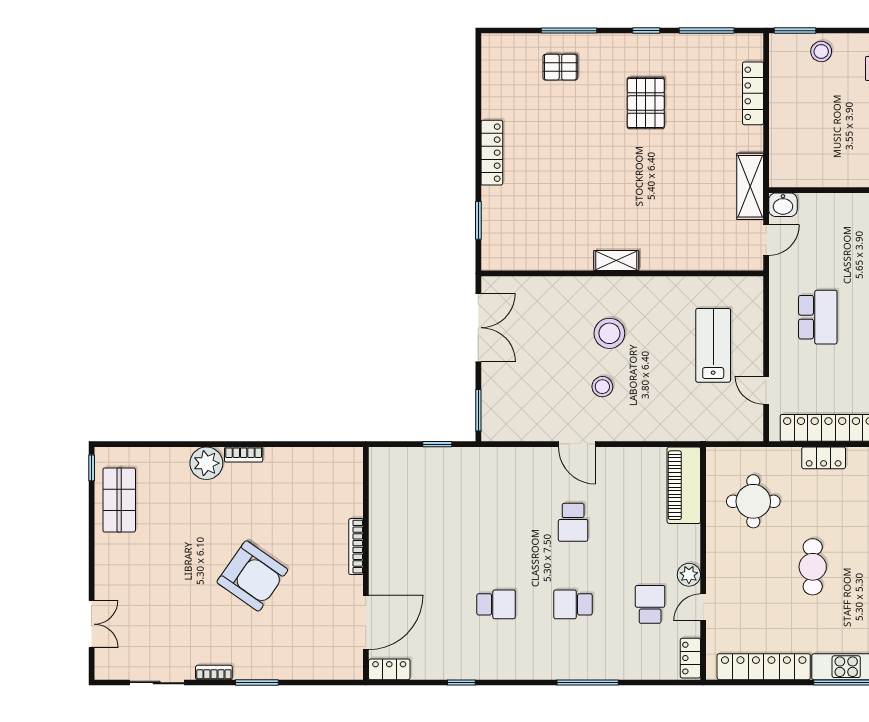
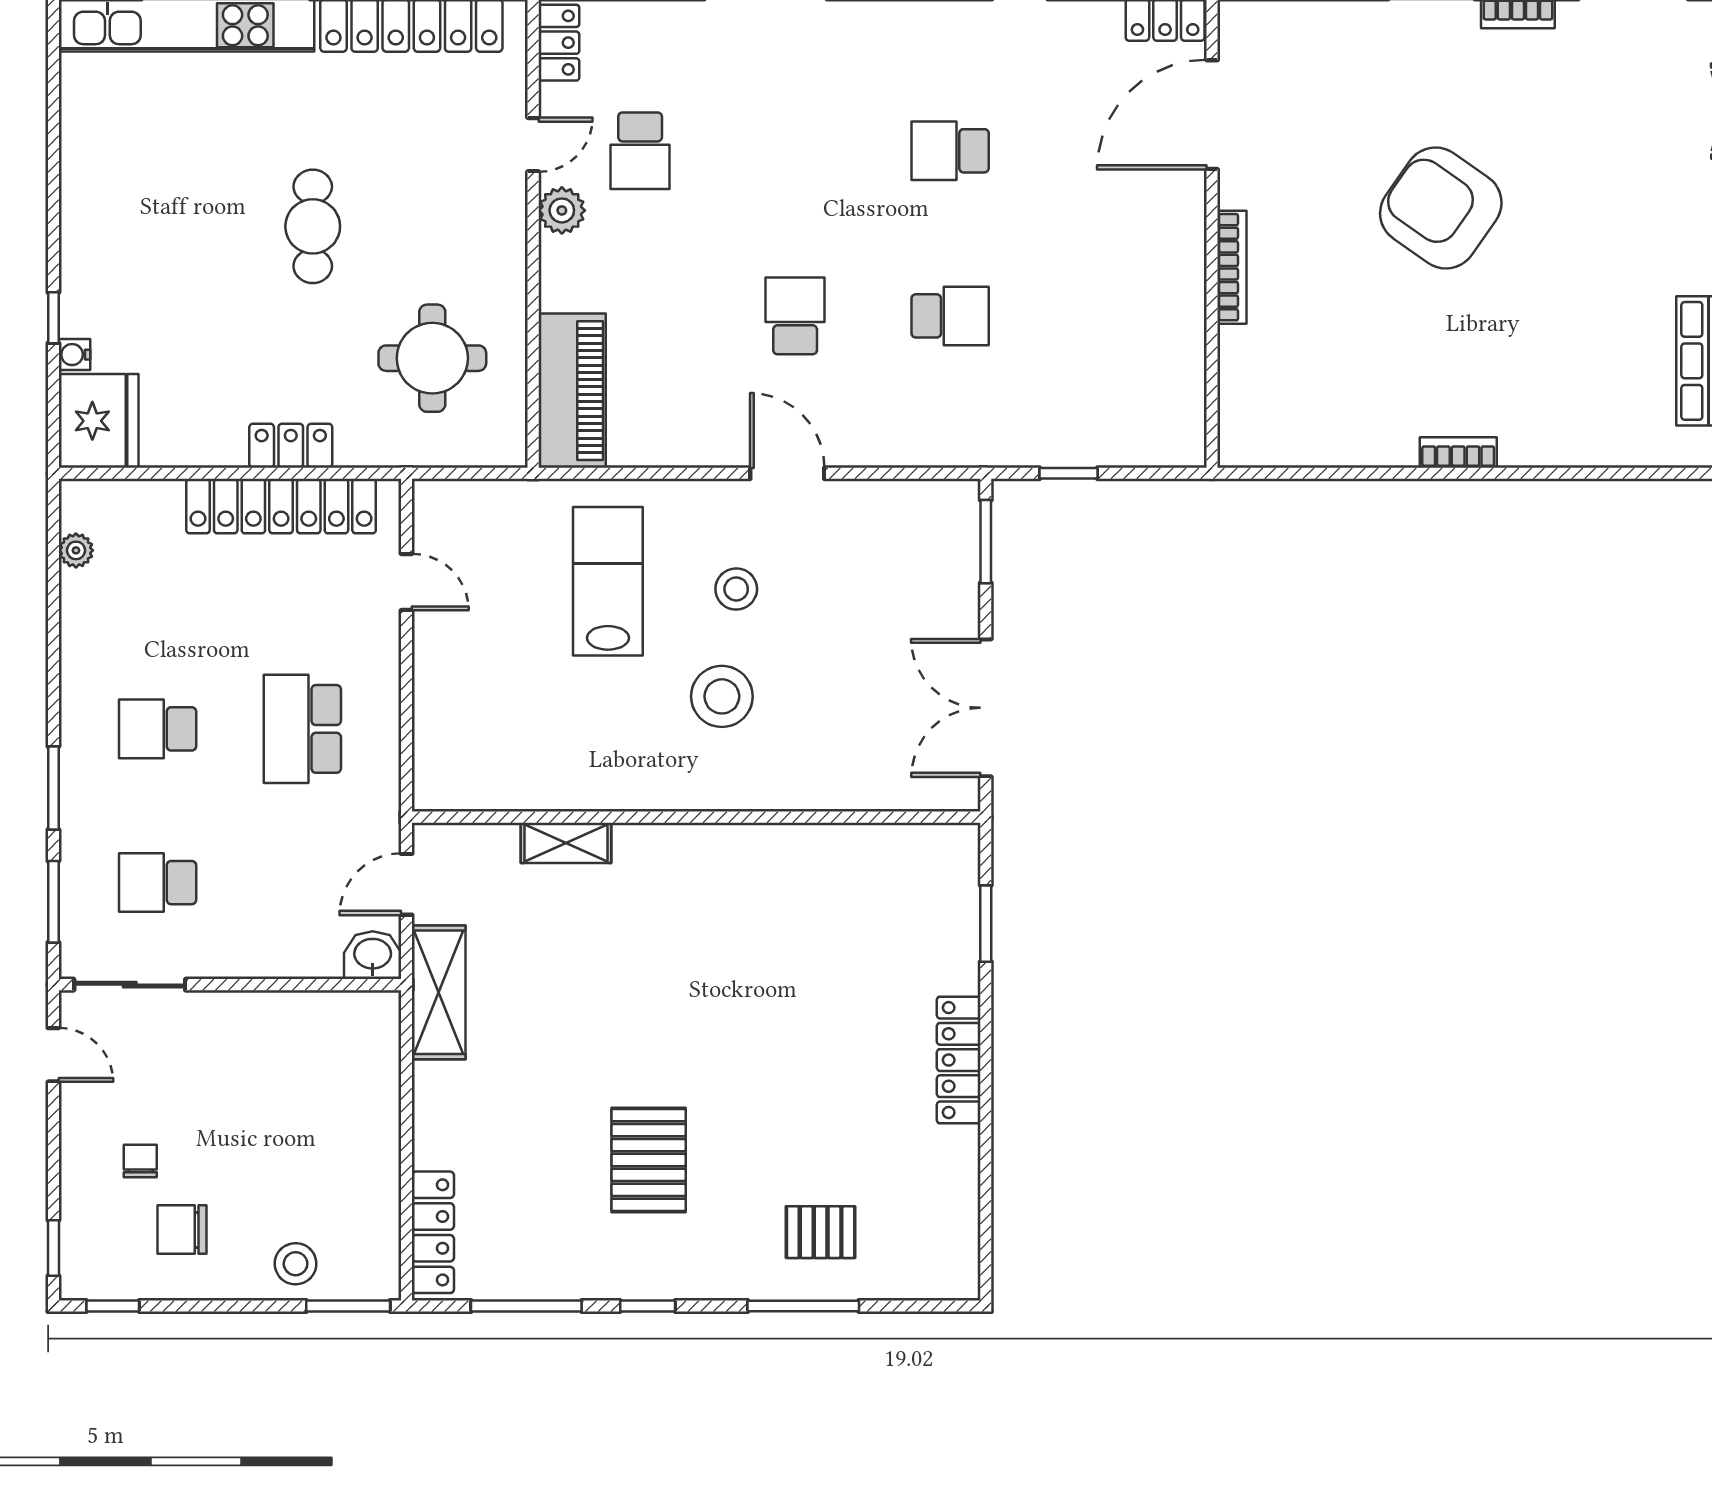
locker: (753, 93) -> (433, 1232), moved
shelving: (616, 261) -> (566, 843), moved
lab bench: (713, 345) -> (608, 581), moved, turned 180
plant: (206, 463) -> (1533, 435), removed
school desk: (573, 604) -> (950, 316), moved

